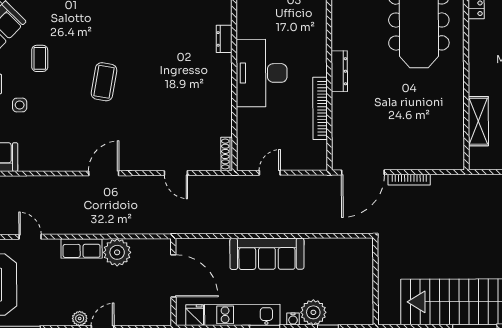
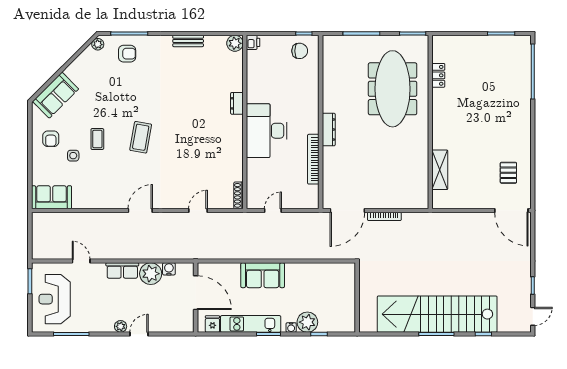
coffee table: (40, 58) -> (97, 139), moved
door: (176, 173) -> (198, 210), swing flipped
water cooler: (140, 246) -> (169, 269), added
sofa: (267, 254) -> (263, 275), width x0.73

